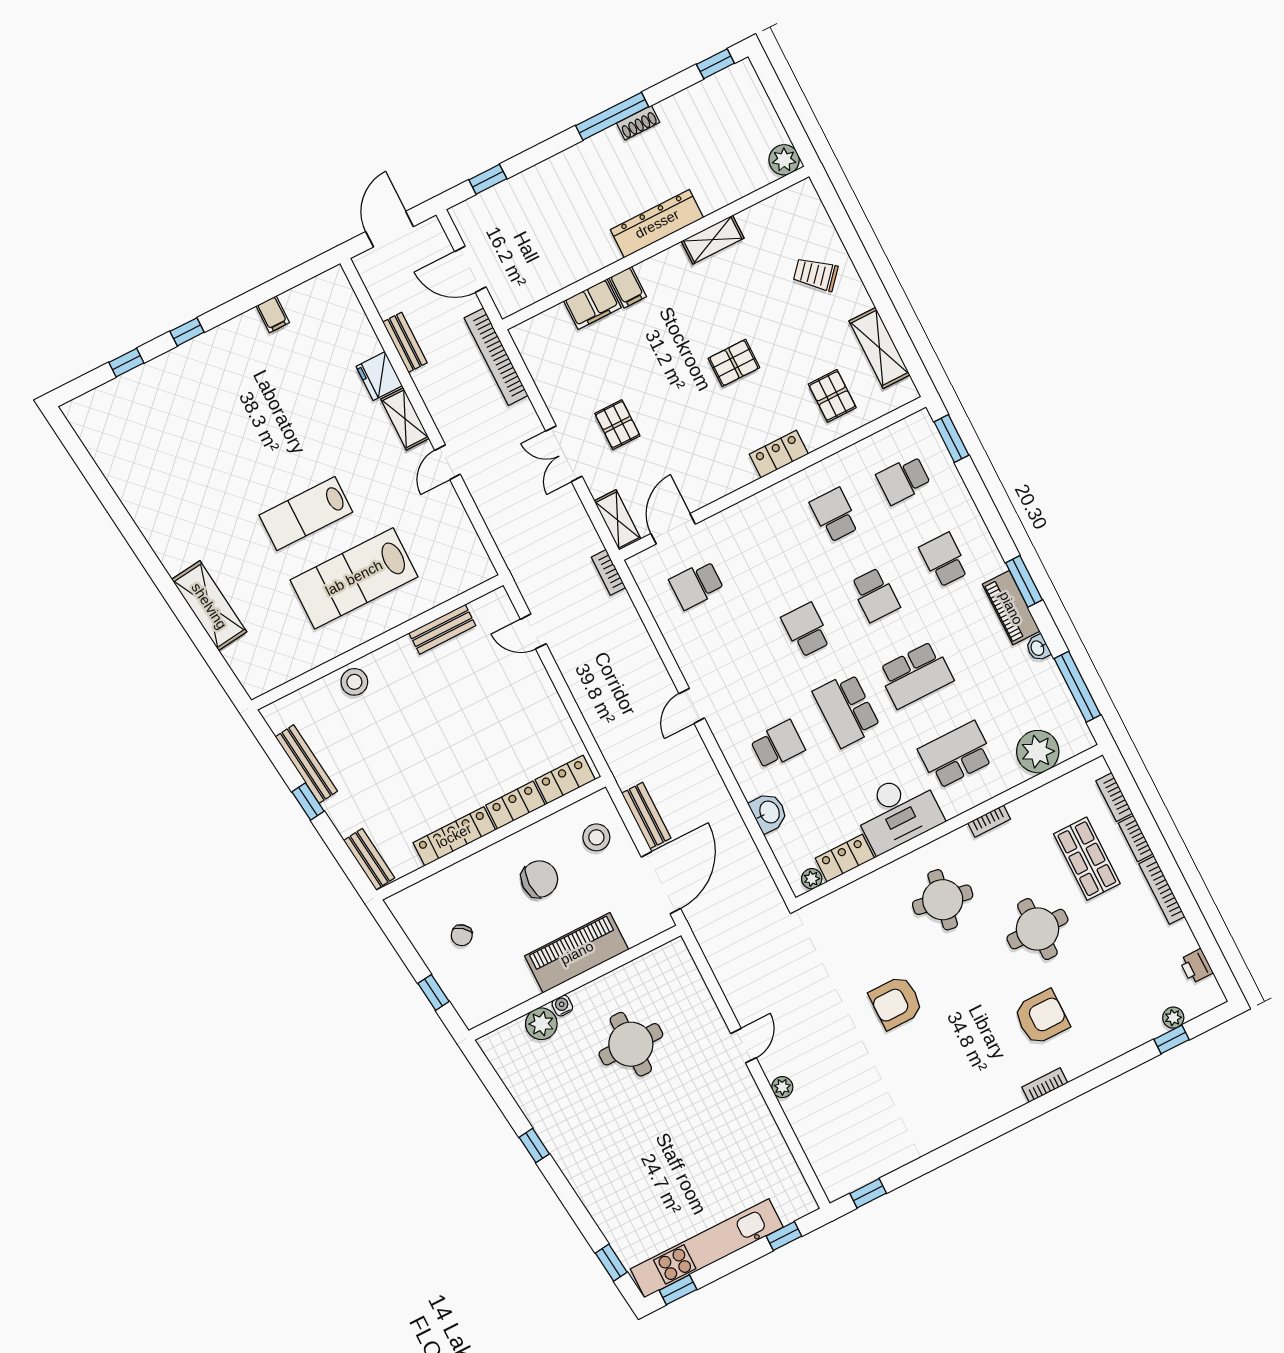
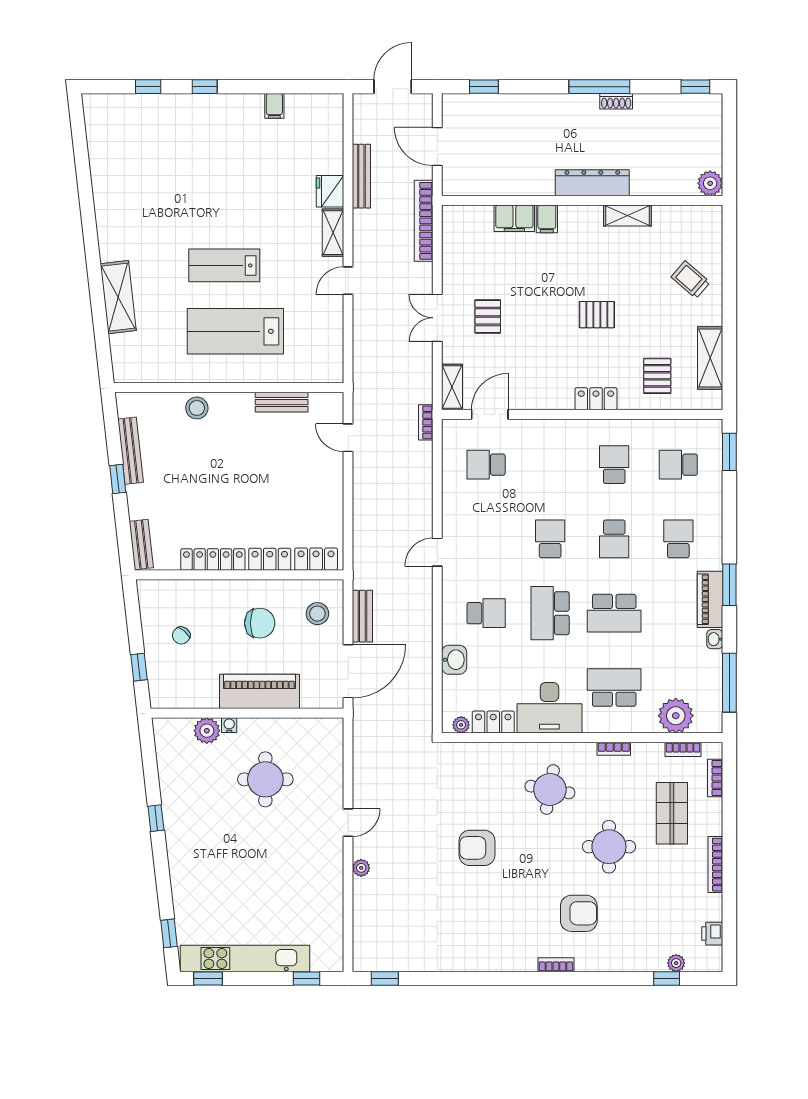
bench: (405, 342) -> (361, 176), width x1.36
bookcase: (1136, 839) -> (683, 749), moved, turned -90

